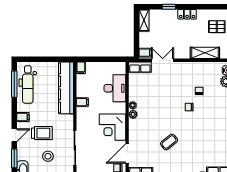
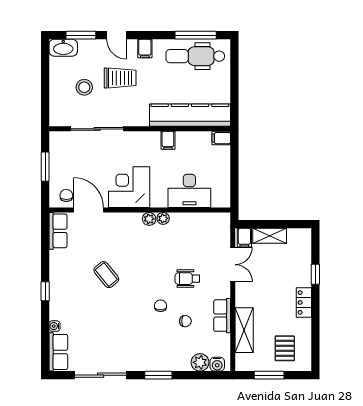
shelving: (144, 20) -> (270, 236), moved
row of seats: (140, 67) -> (222, 316), moved
wheelchair: (172, 90) -> (187, 279), added
trolley: (42, 133) -> (120, 78), turned -90

